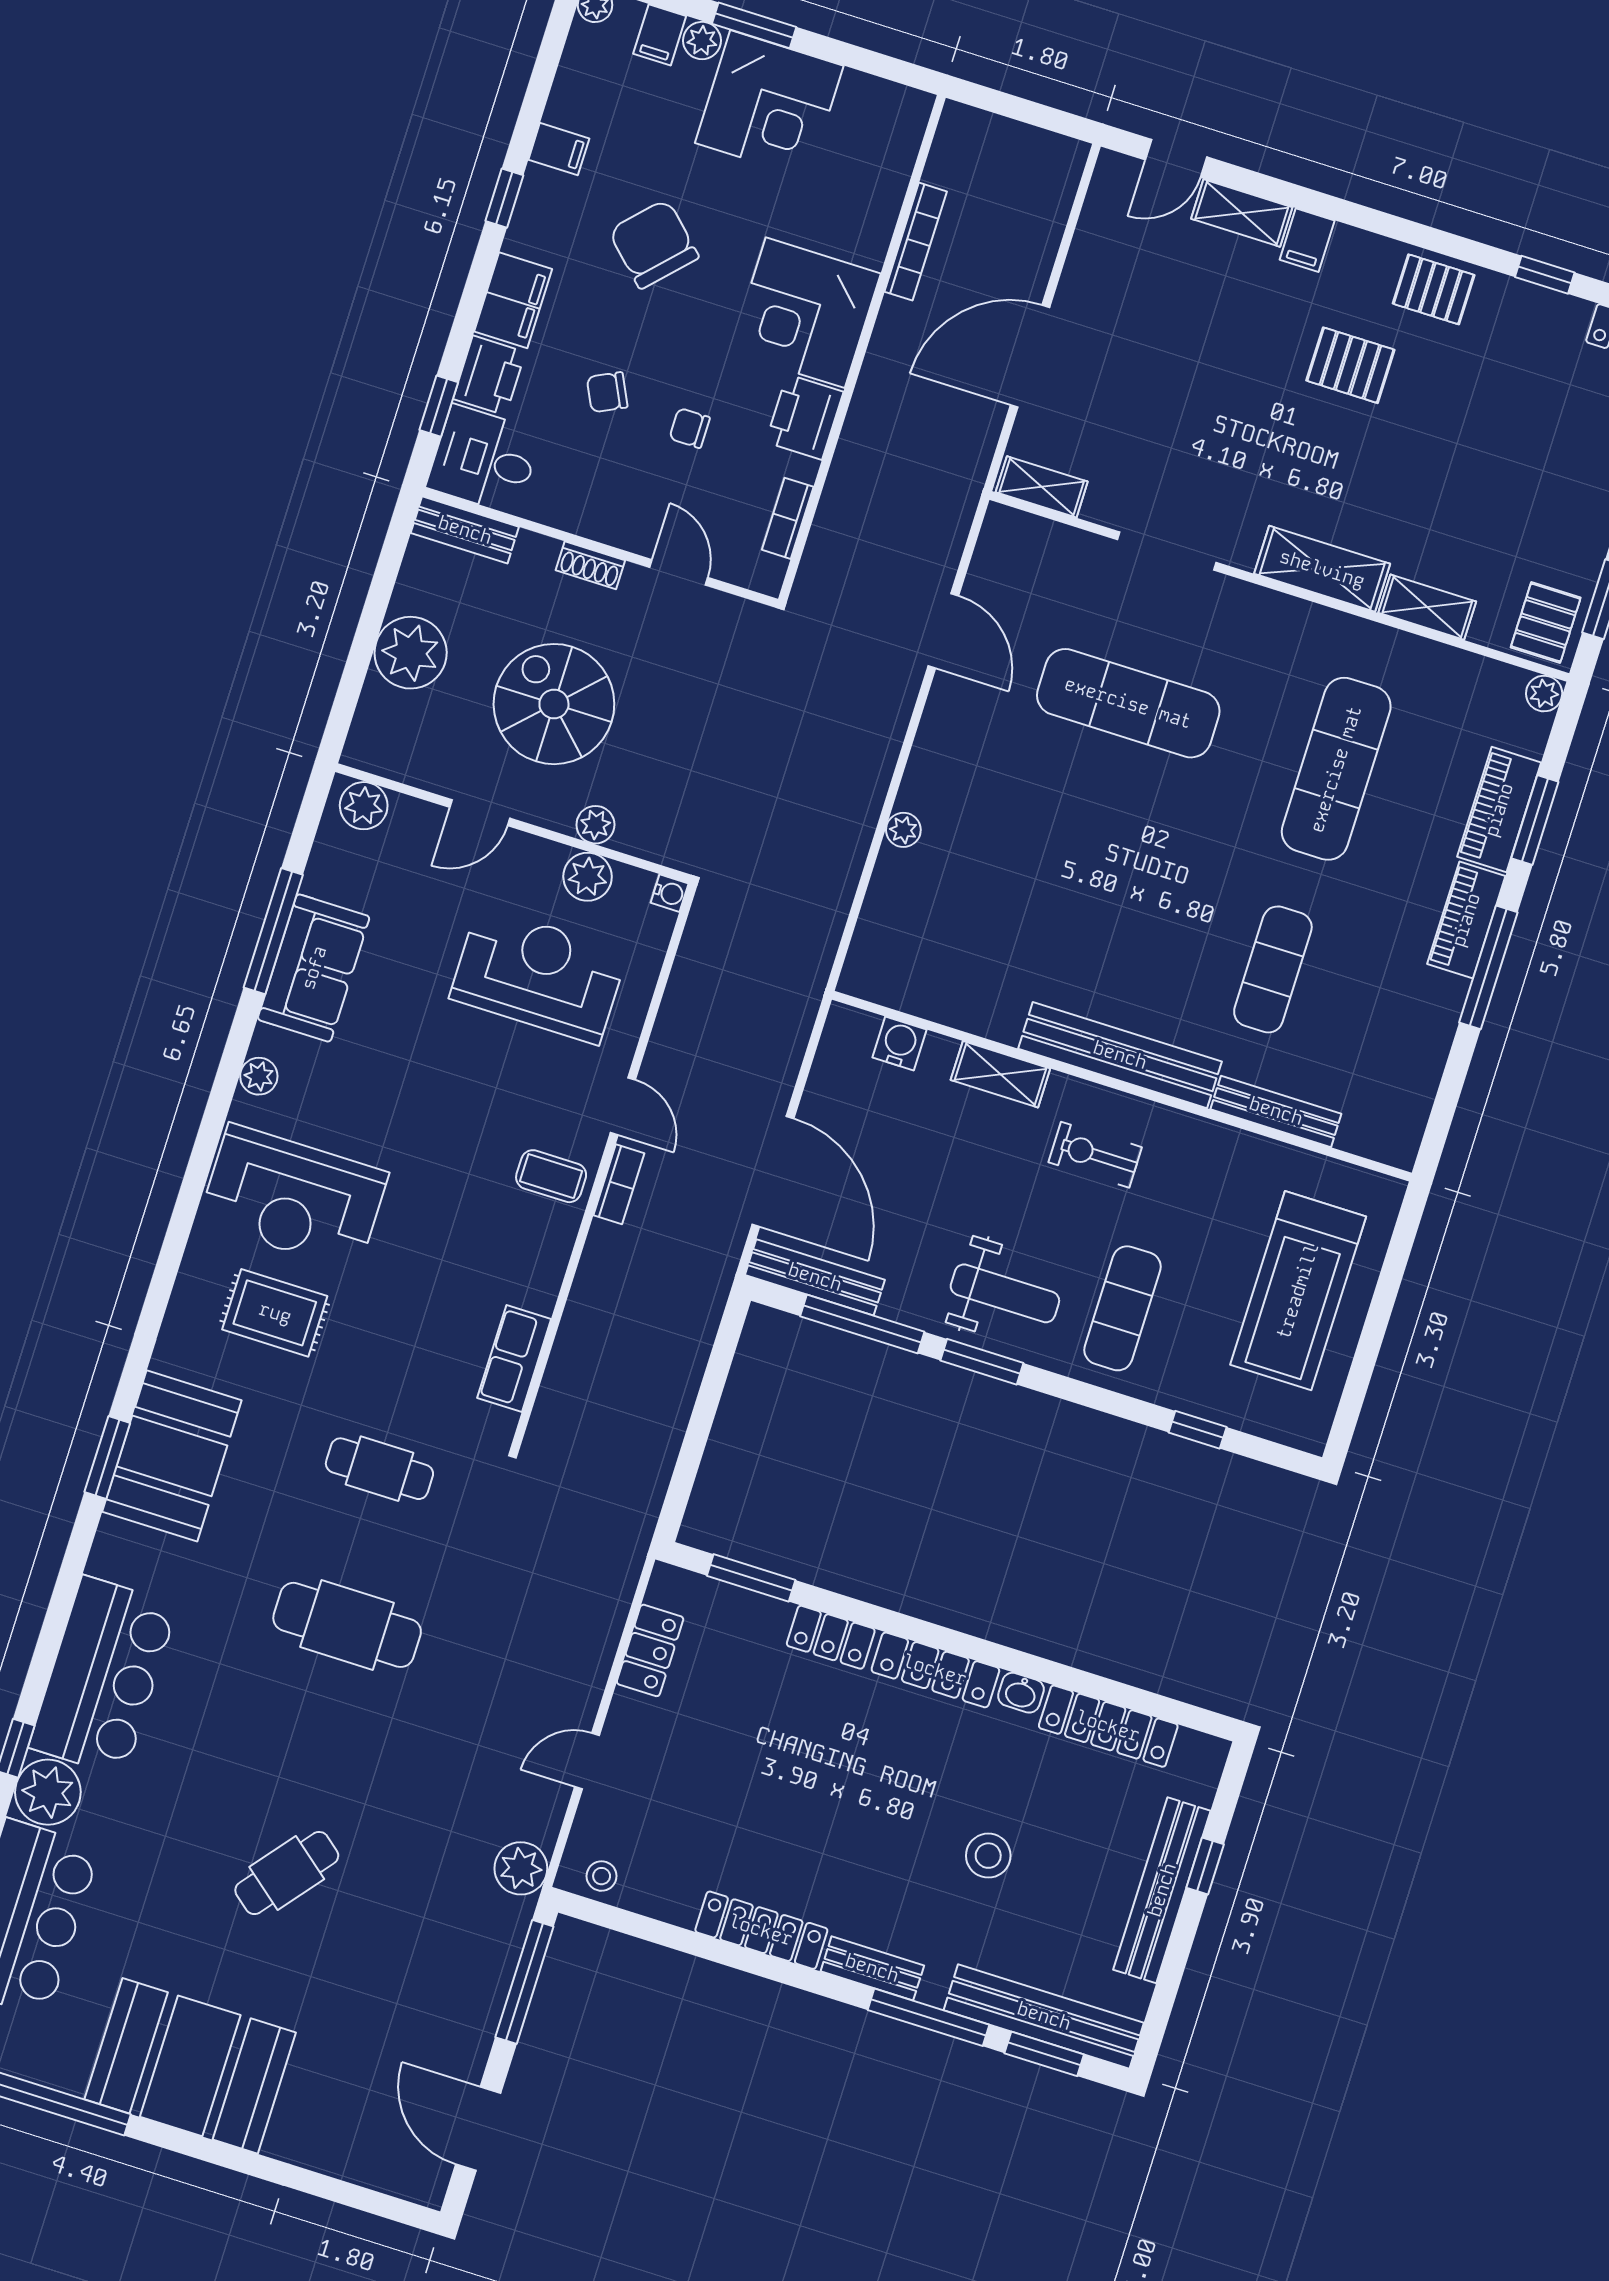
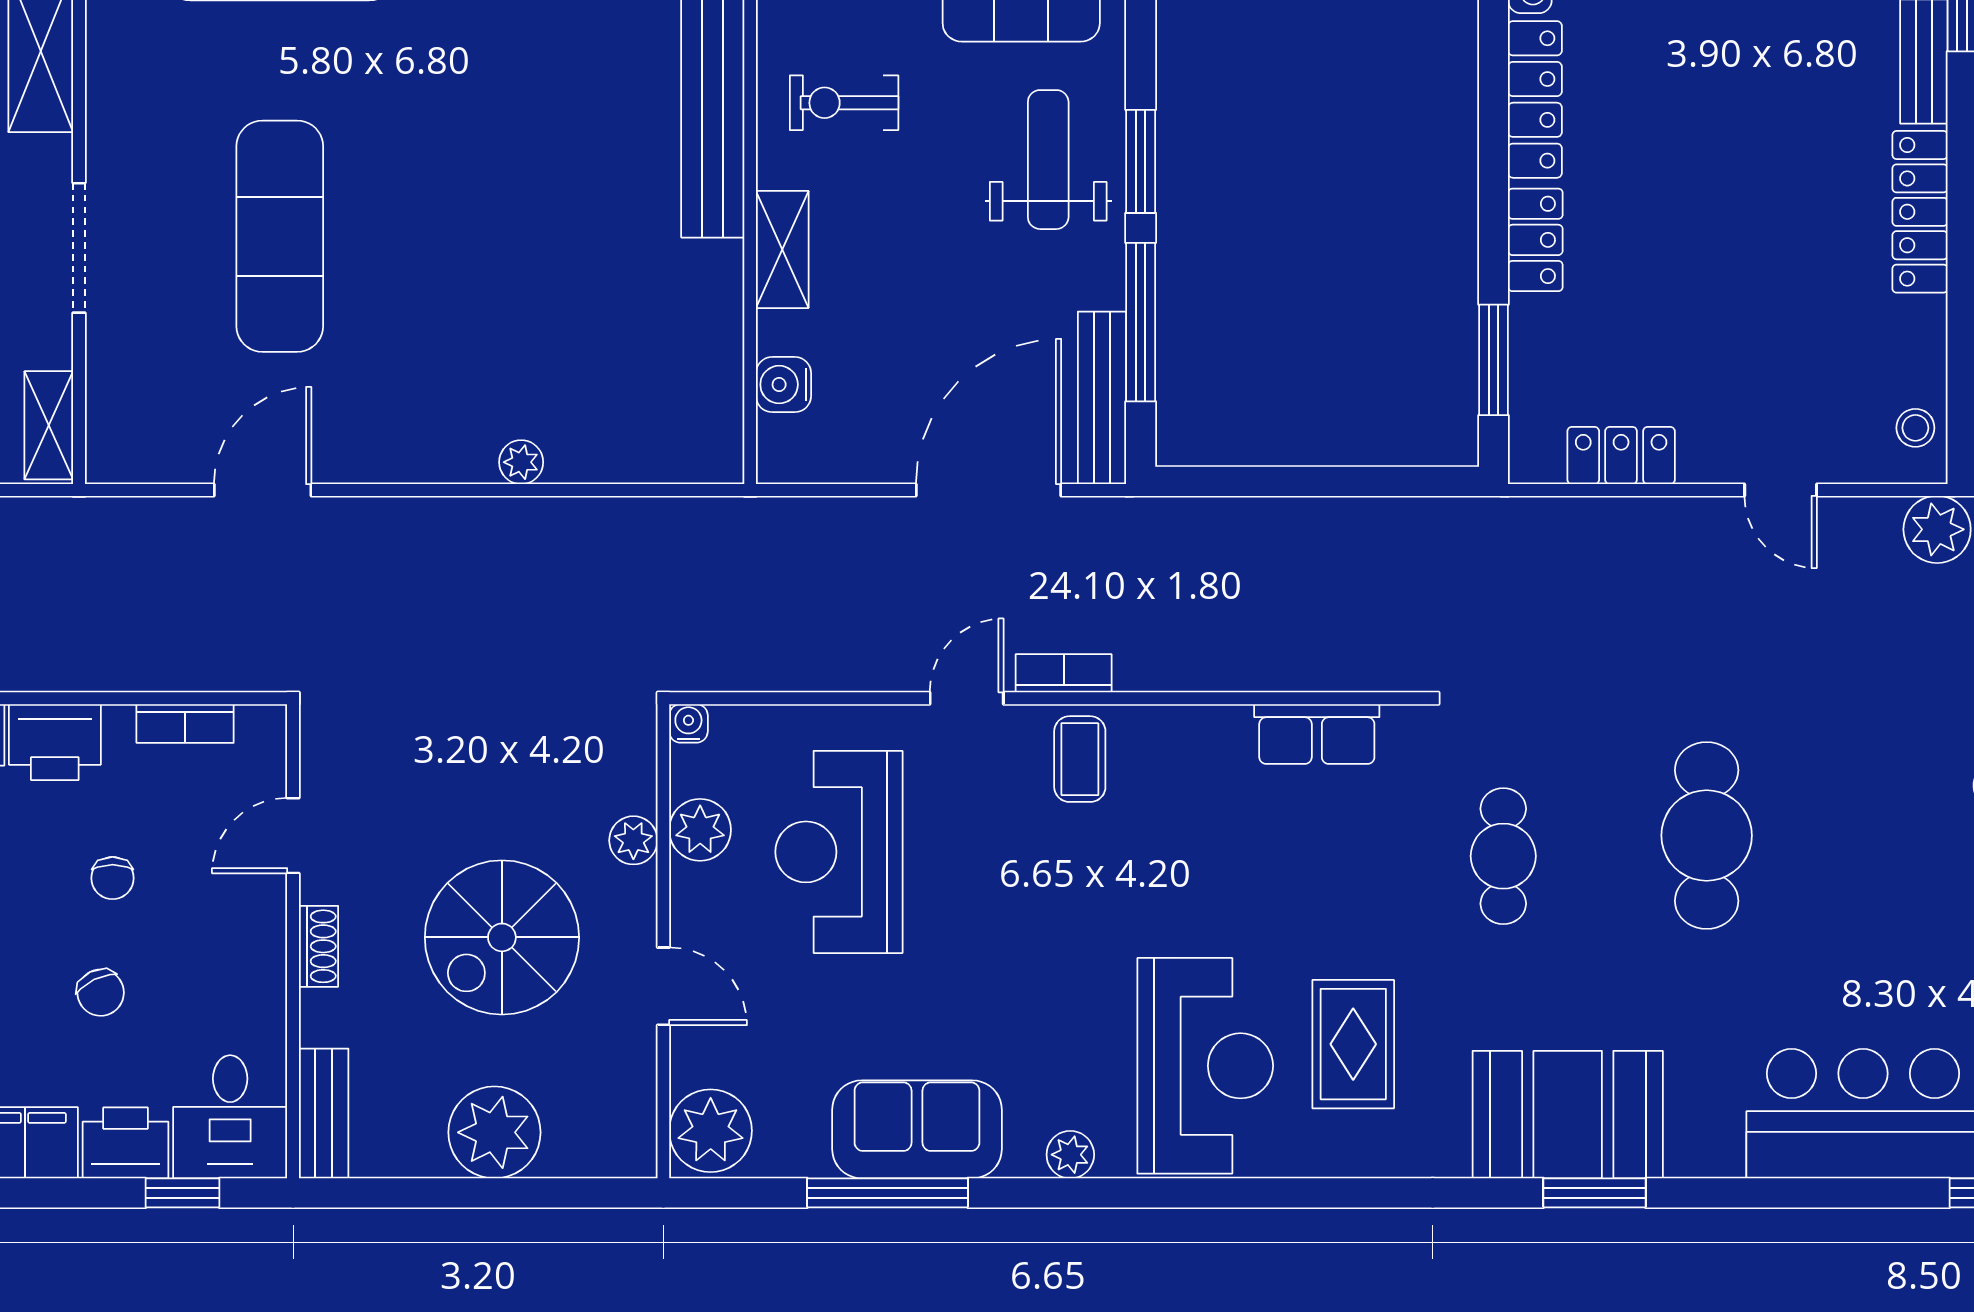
plant: (364, 806) -> (711, 1131), width x1.36, depth x1.36
exercise bike: (1095, 1155) -> (844, 103), turned 90

